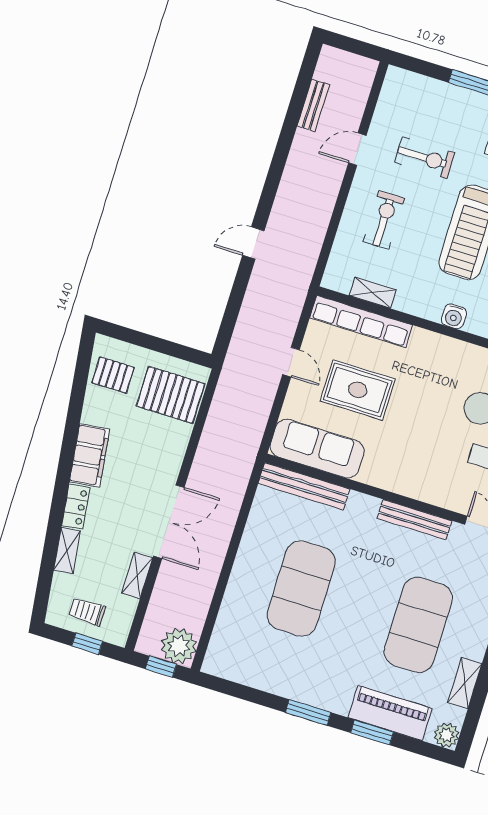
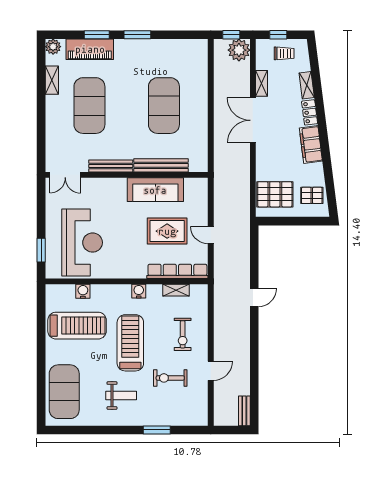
bench: (313, 105) -> (244, 411), moved
water cooler: (454, 316) -> (139, 291), moved
sofa: (317, 449) -> (155, 190), moved
bench: (304, 486) -> (161, 165), moved
plant: (179, 646) -> (239, 50), moved

